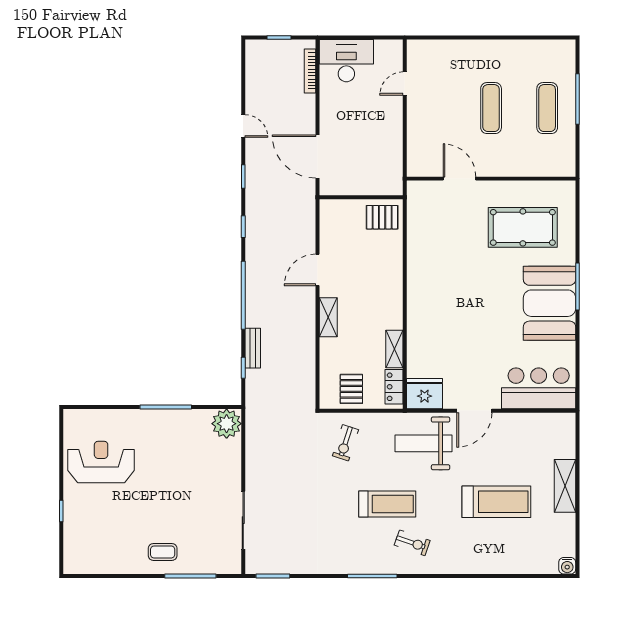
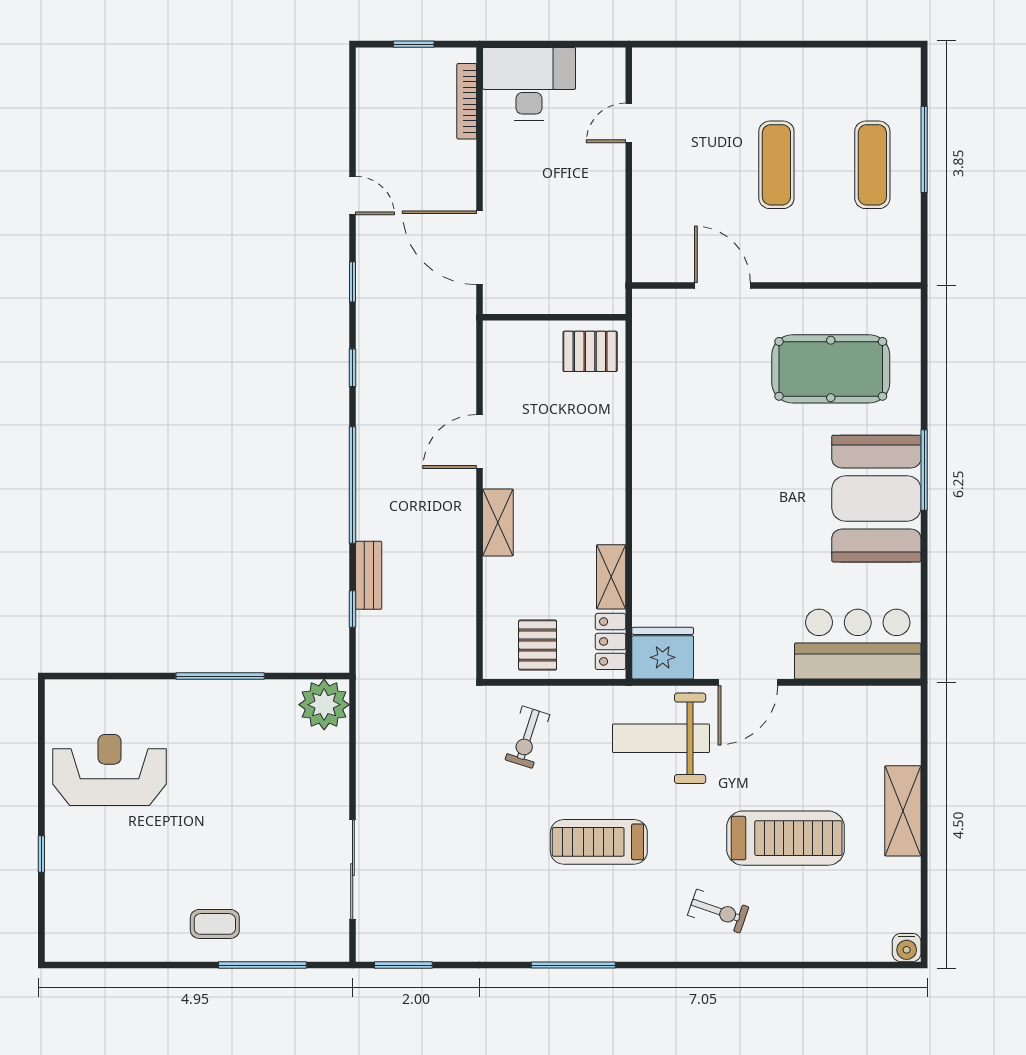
treadmill: (387, 504) -> (599, 842), turned 180
exercise bike: (412, 543) -> (718, 911), moved

